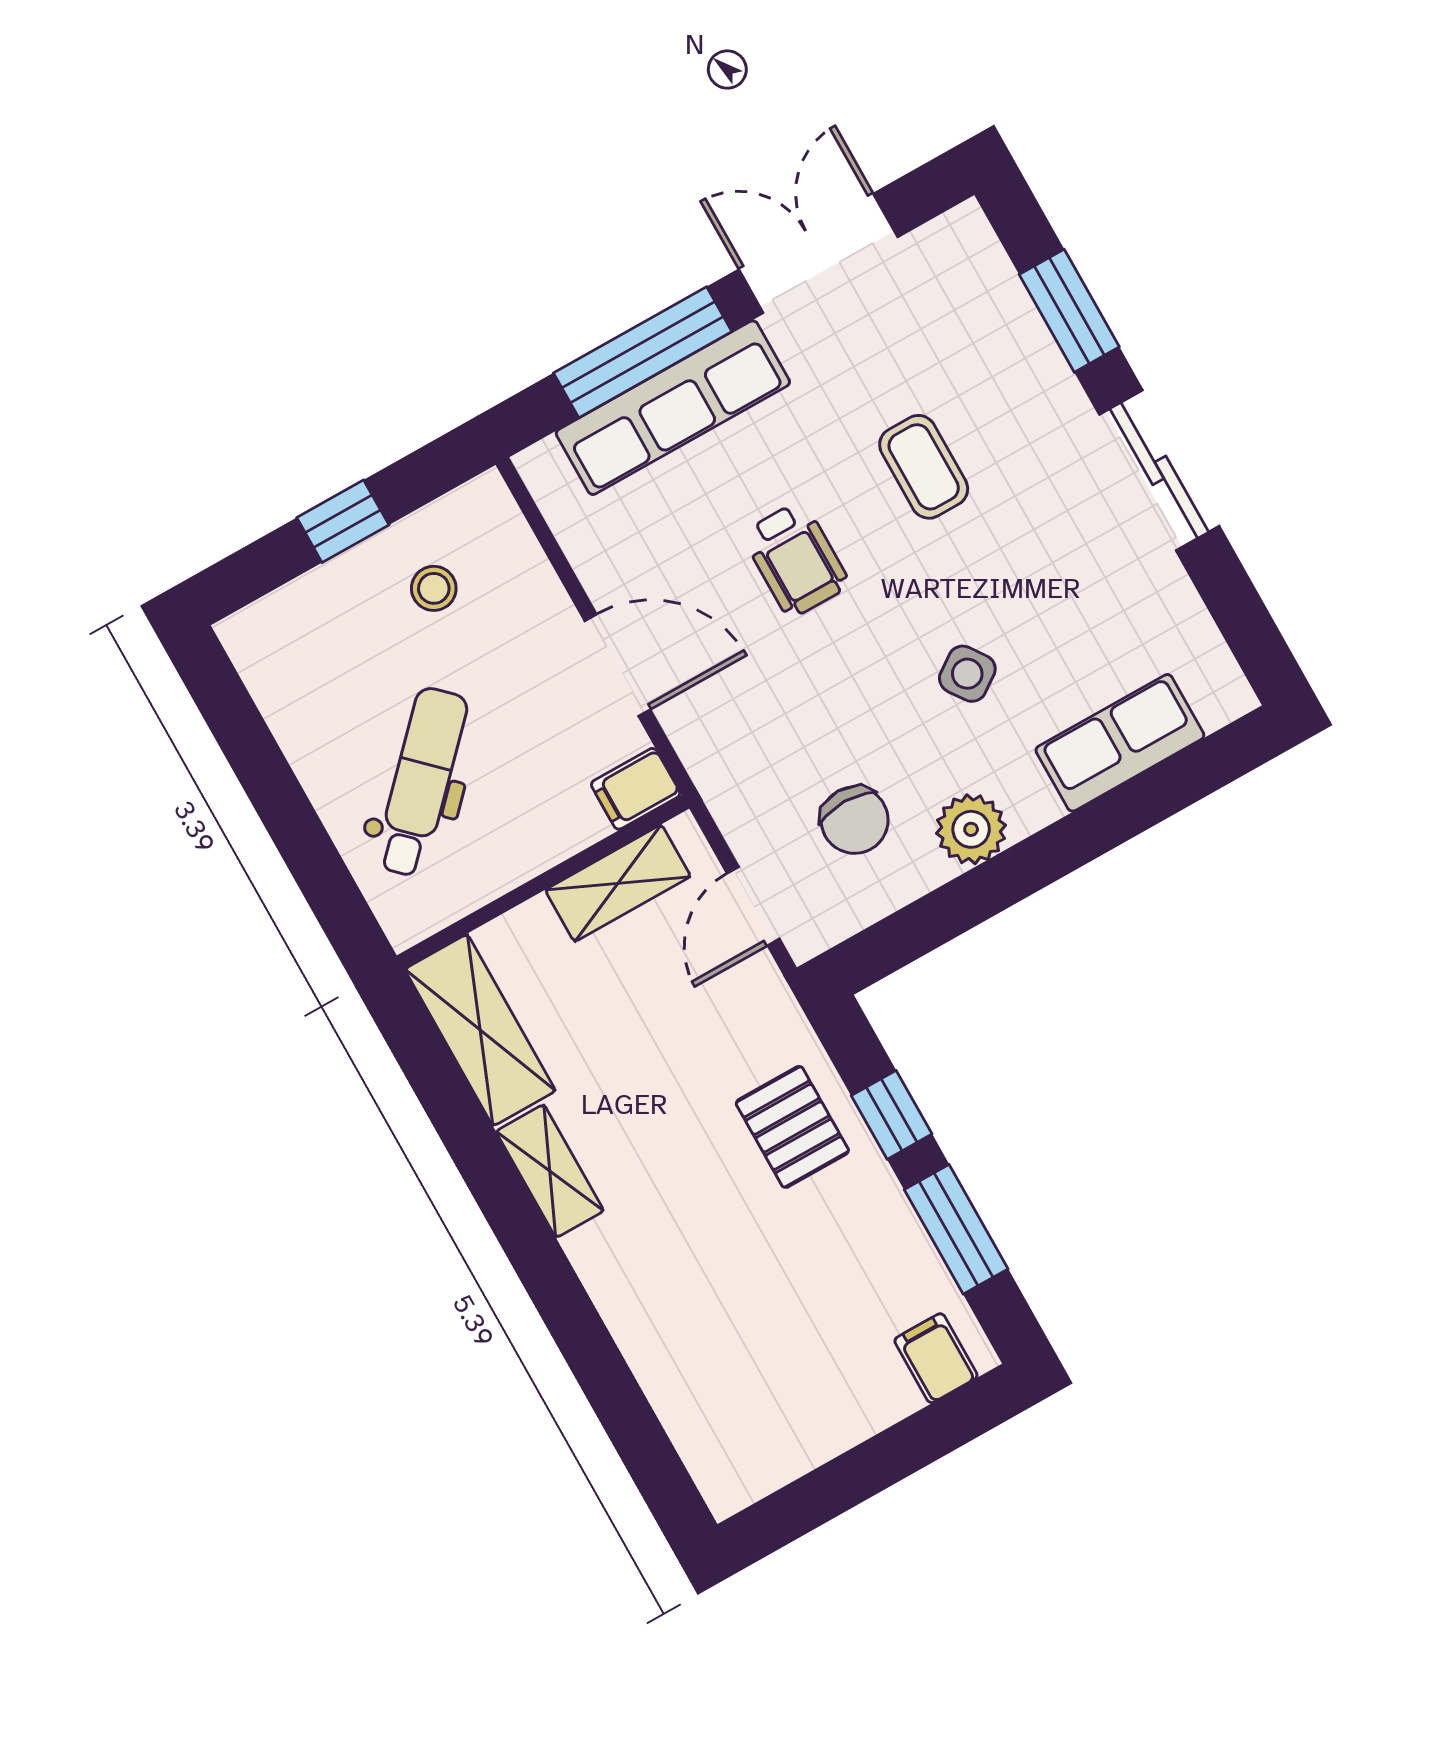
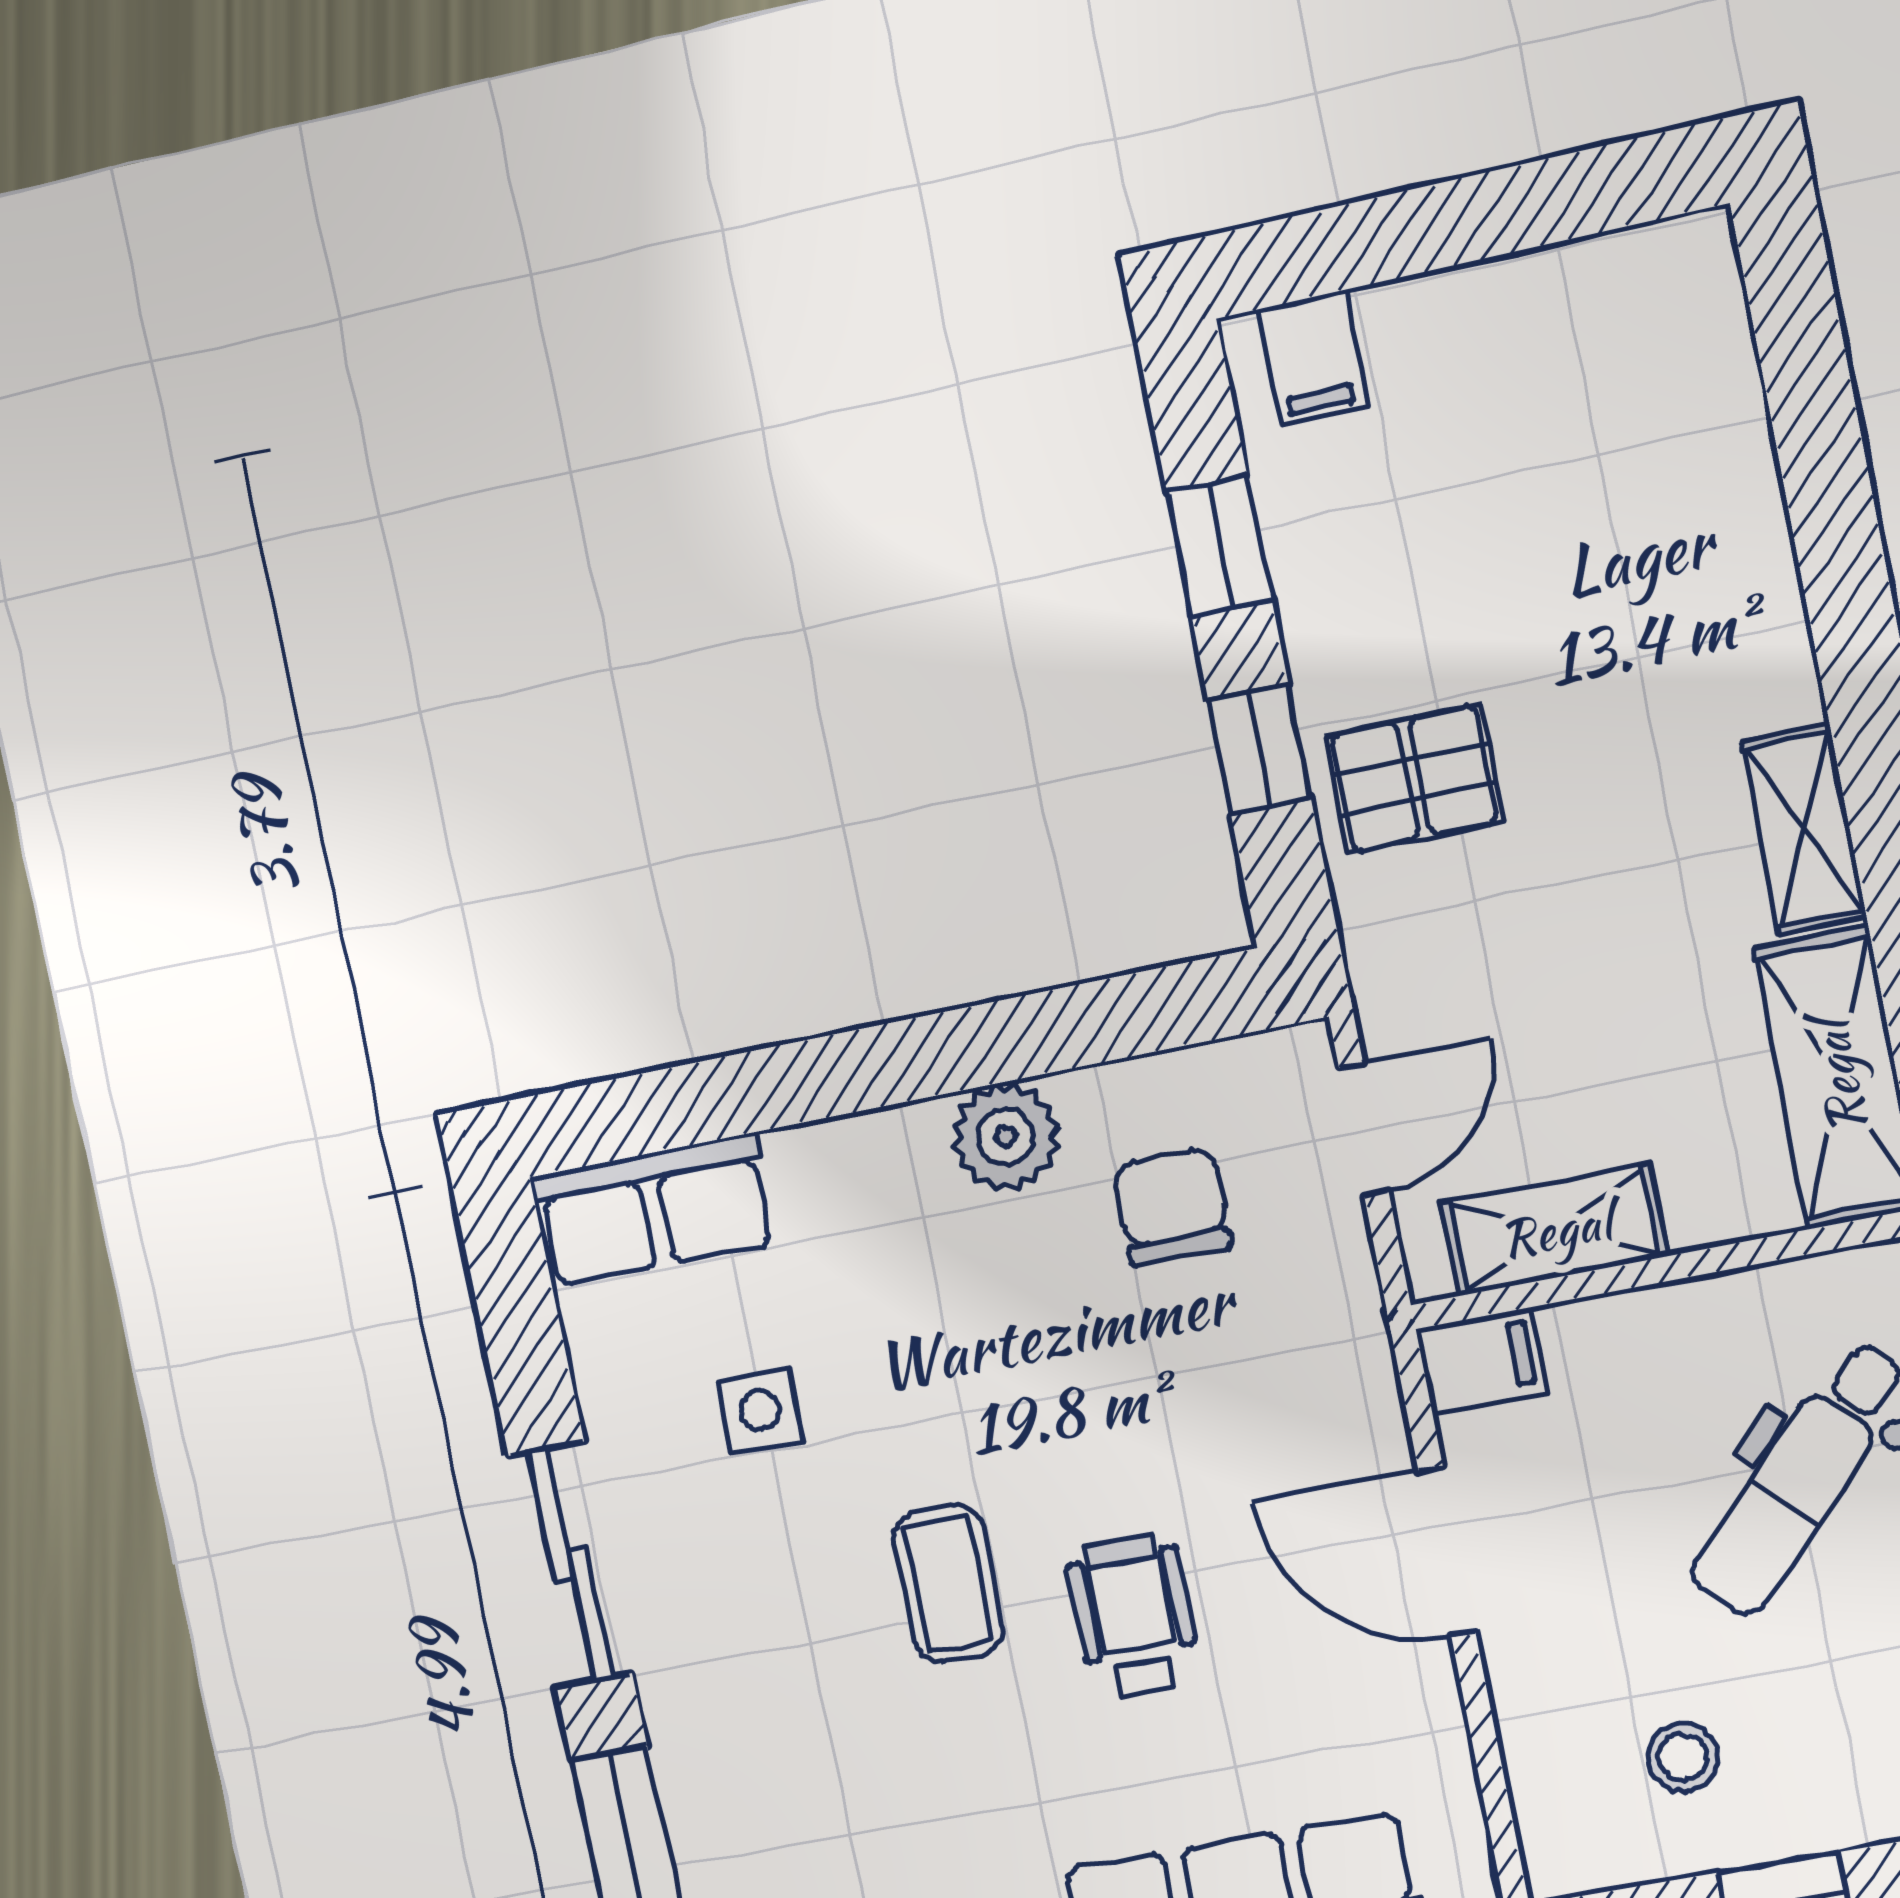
coffee table: (924, 467) -> (948, 1584), moved
side table: (967, 674) -> (760, 1410), moved, turned 35
row of seats: (1120, 743) -> (654, 1210), moved
pallet: (792, 1127) -> (1414, 779), turned 90
window: (956, 1229) -> (1219, 546), width x0.67

